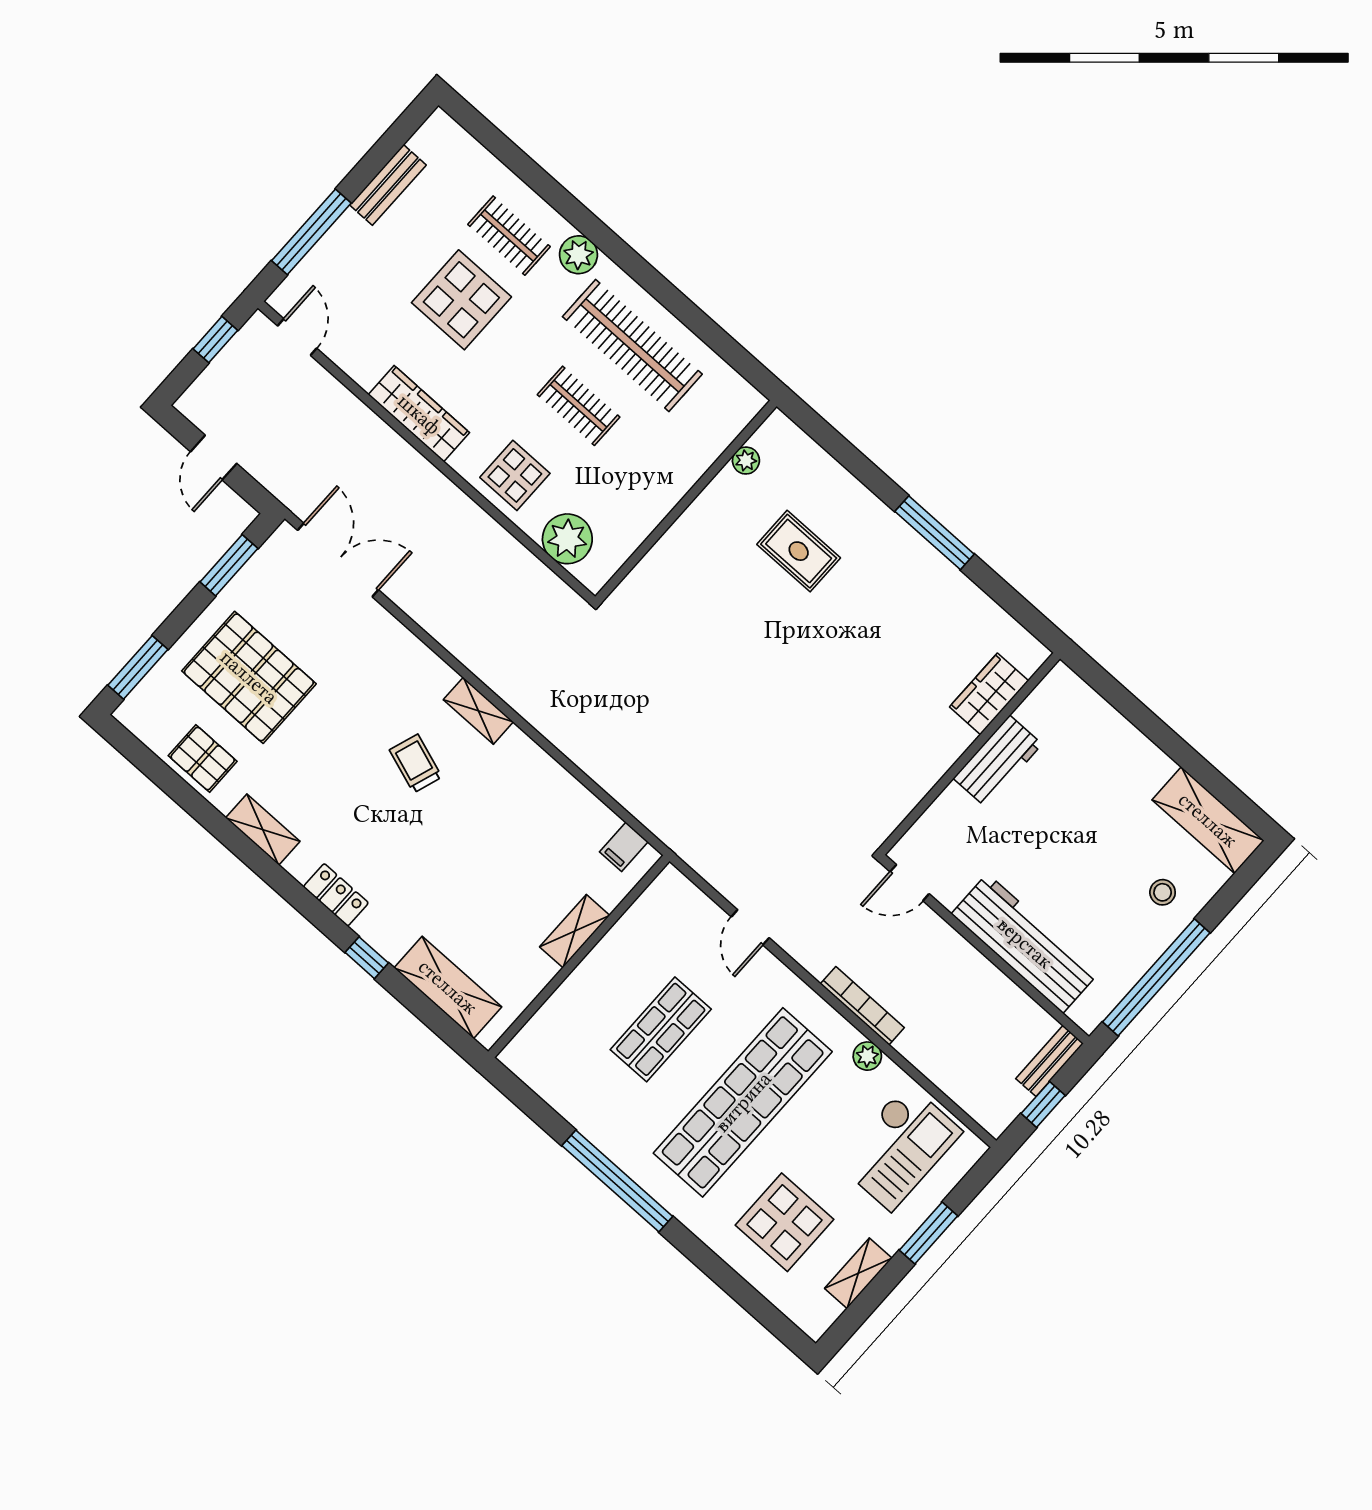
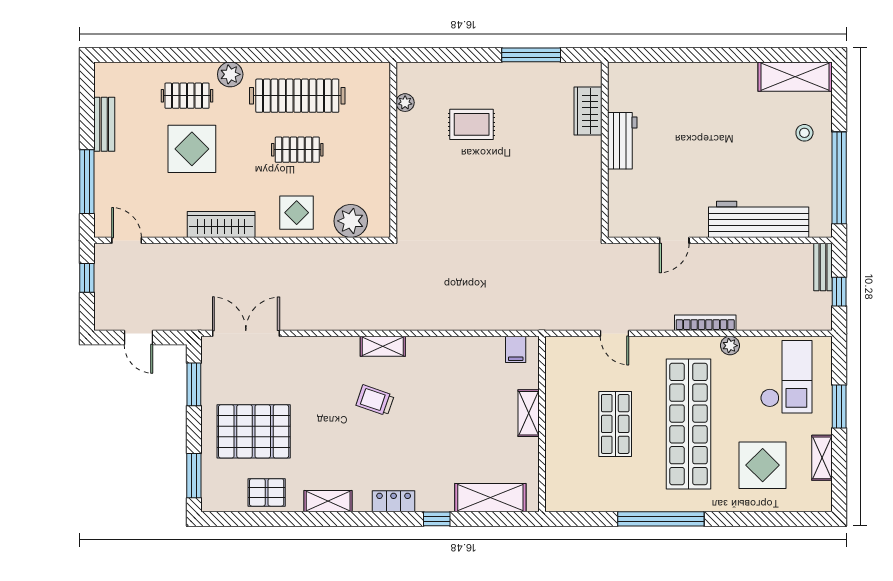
wardrobe: (989, 694) -> (588, 111), moved
wall: (969, 754) -> (605, 150), moved
workbench: (998, 761) -> (622, 141), moved

